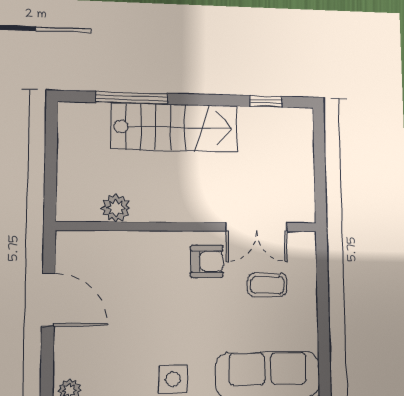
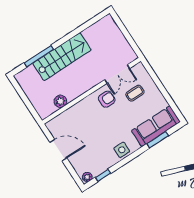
window: (266, 101) -> (90, 23), removed

